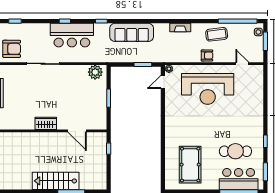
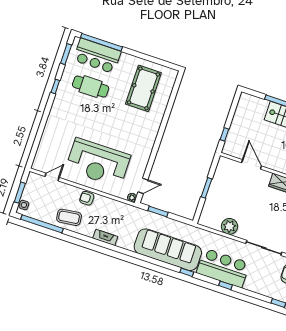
sofa: (132, 32) -> (168, 250), width x1.36, depth x1.27
door: (242, 64) -> (52, 177), swing flipped
plant: (95, 72) -> (229, 226), moved
reception desk: (208, 89) -> (98, 163), turned 180

